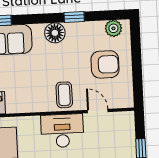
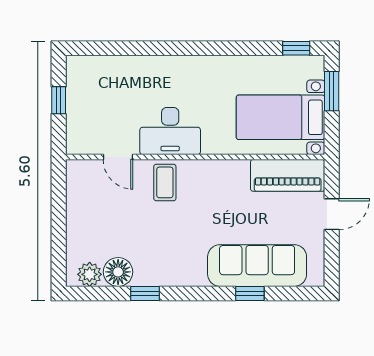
floor lamp: (55, 33) -> (118, 272), moved
armchair: (105, 64) -> (104, 223), removed

